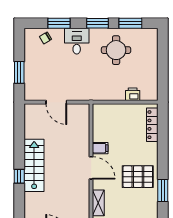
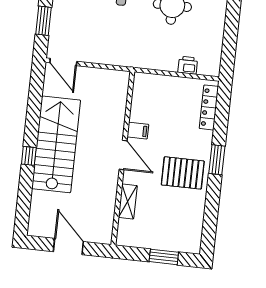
door: (56, 102) -> (63, 62), moved
stairs: (34, 165) -> (56, 144), width x1.36, depth x1.51
window: (163, 190) -> (217, 160), moved

